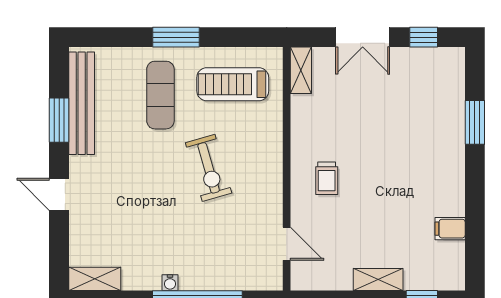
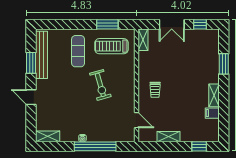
window: (176, 37) -> (107, 24), moved
shelving: (454, 191) -> (214, 95), added
shelving: (378, 279) -> (168, 137), moved

